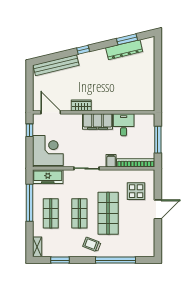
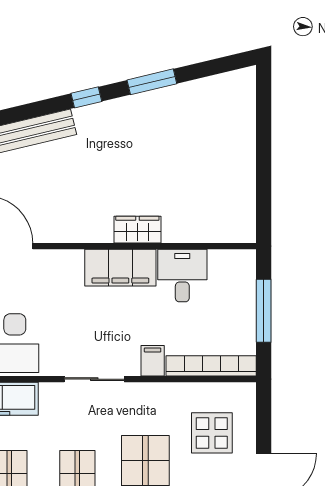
window: (127, 39) -> (152, 82), moved
dresser: (124, 50) -> (184, 97), removed
wardrobe: (81, 106) -> (137, 230), moved

